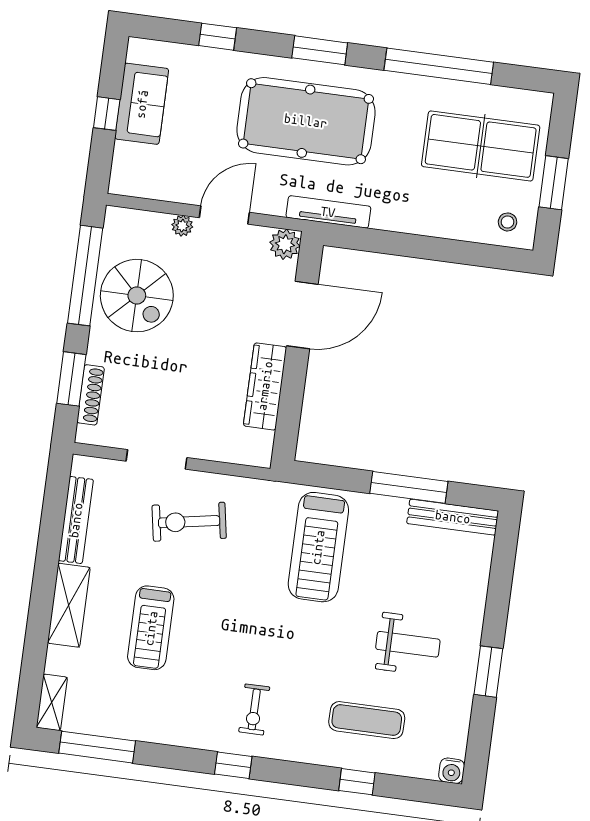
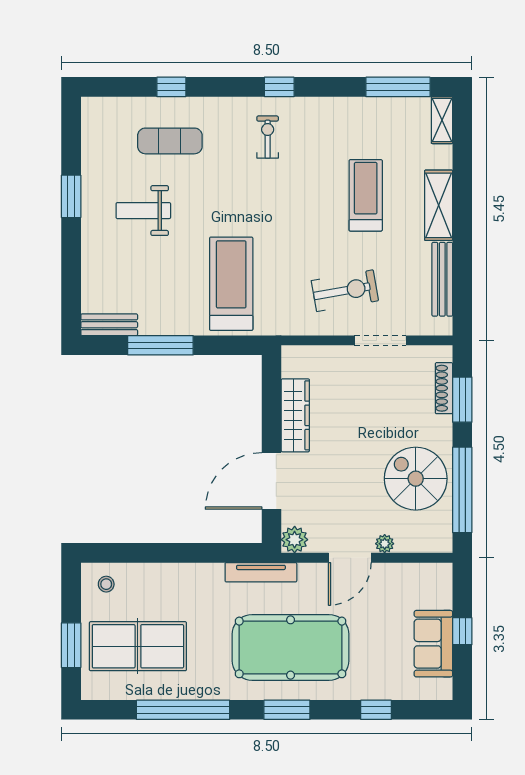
window: (554, 183) -> (71, 645), moved
bench: (453, 517) -> (109, 325), width x0.73
water cooler: (452, 771) -> (91, 107), removed

